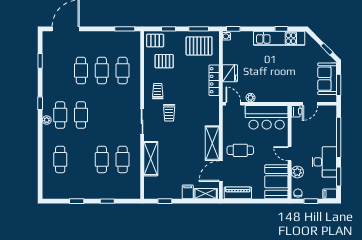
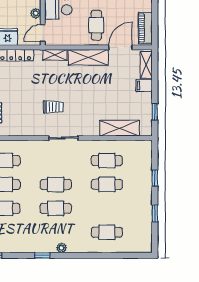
trolley: (158, 91) -> (28, 120), removed
shelving: (214, 114) -> (55, 55), added
cafe table: (60, 115) -> (56, 184), moved
shelving: (151, 159) -> (120, 128), moved
door: (221, 171) -> (120, 47), swing flipped

